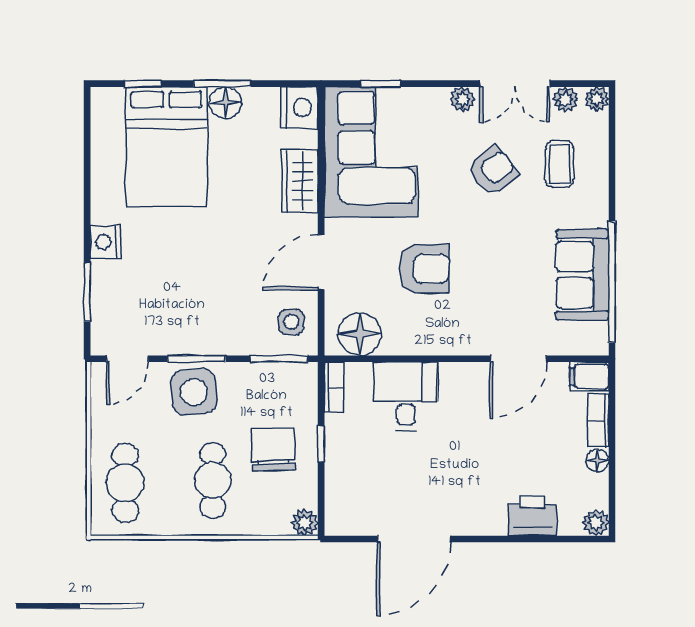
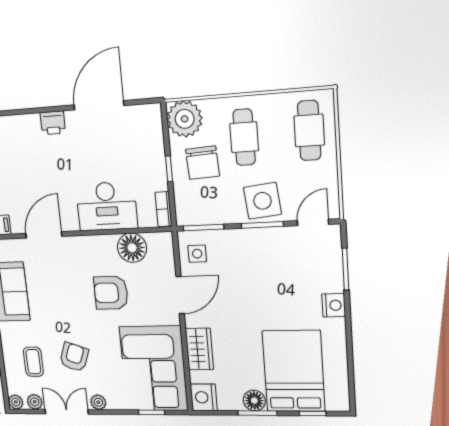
armchair: (493, 171) -> (74, 357), turned 148
floor lamp: (360, 334) -> (132, 248), moved
desk: (406, 396) -> (107, 206), width x1.37
printer: (532, 516) -> (53, 123), moved, width x0.73, depth x0.81
plant: (305, 522) -> (185, 119), width x1.88, depth x1.88

